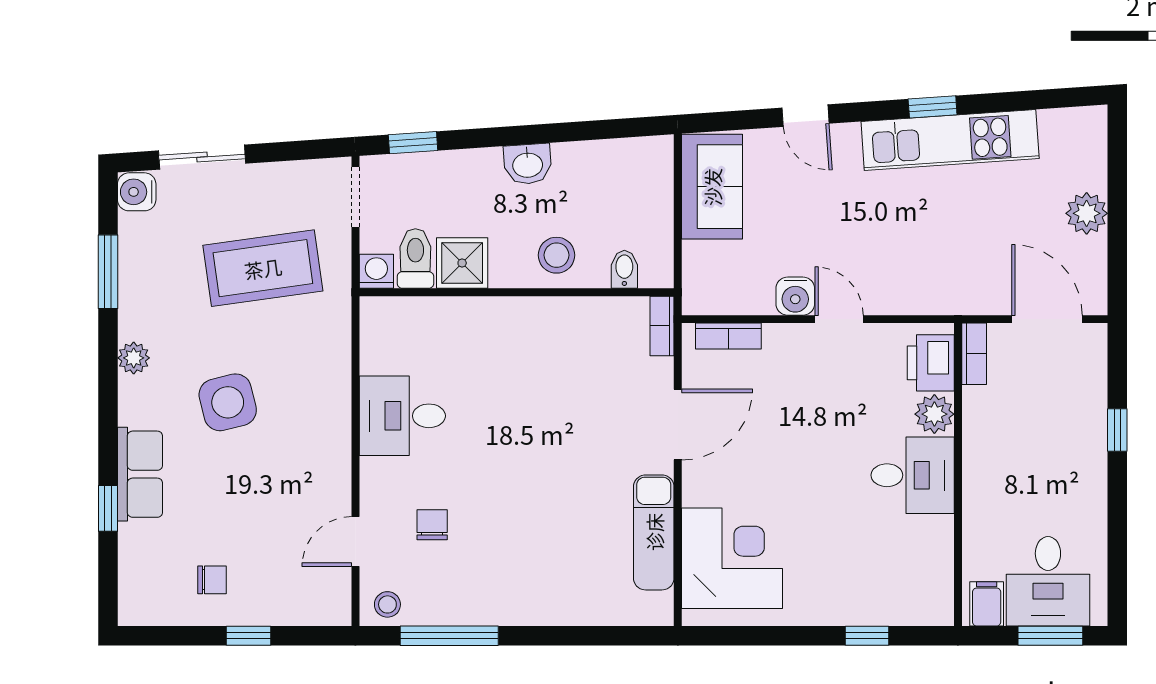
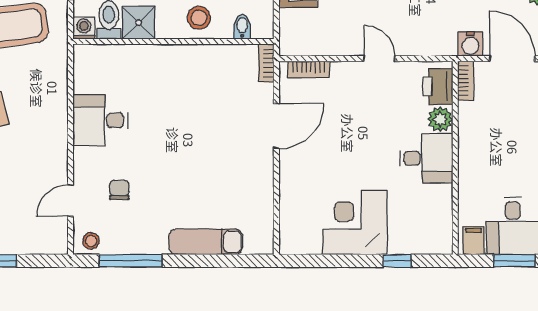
water cooler: (795, 296) -> (470, 44), moved
exam couch: (654, 532) -> (206, 242), moved, turned 90
corner desk: (732, 558) -> (355, 222), moved, turned -90

